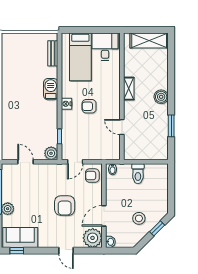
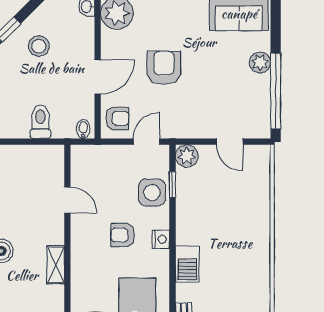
armchair: (89, 106) -> (123, 235), turned 180
side table: (72, 132) -> (152, 192), added
door: (104, 216) -> (98, 77), moved

